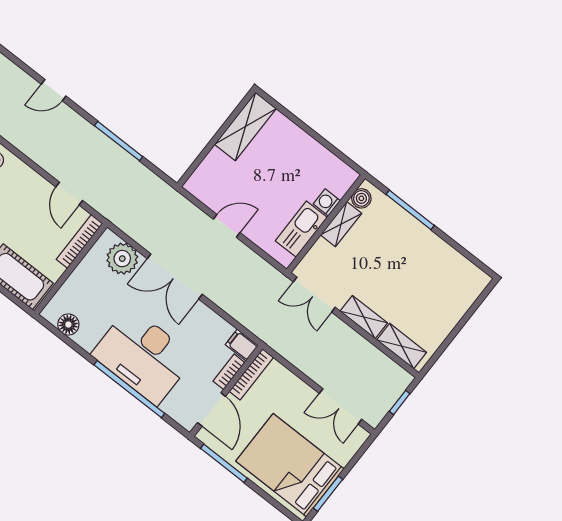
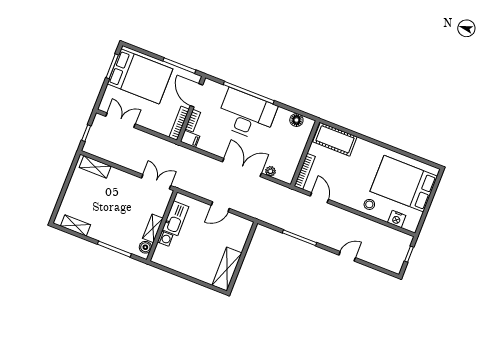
plant: (122, 259) -> (270, 171), width x0.53, depth x0.53
shelving: (364, 317) -> (76, 225), moved

